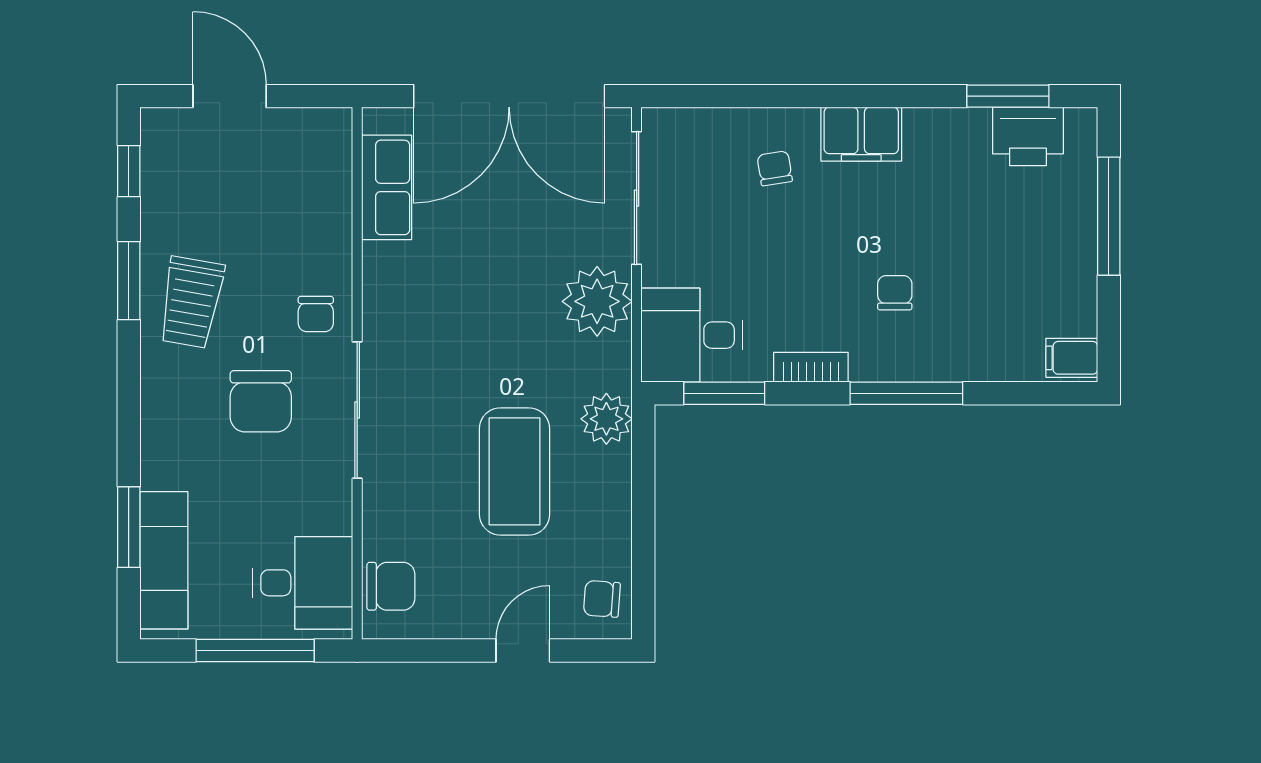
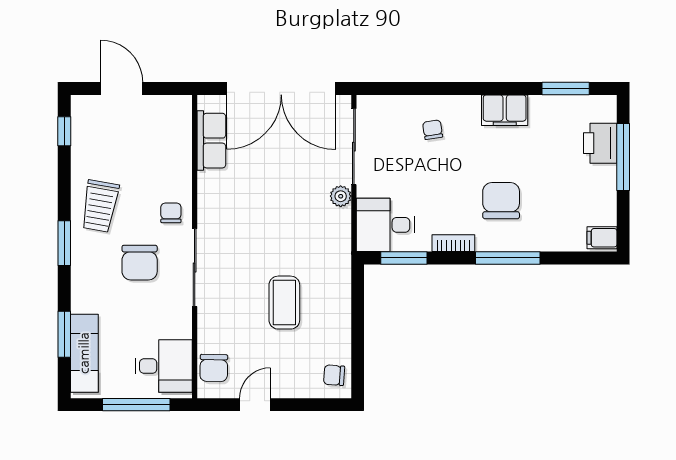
filing cabinet: (861, 134) -> (505, 110), moved
printer: (1028, 136) -> (600, 143), moved, turned 90
window: (129, 281) -> (64, 243), moved
chair: (895, 293) -> (501, 201), width x1.87, depth x1.87
plant: (597, 301) -> (341, 196), width x0.53, depth x0.53
chair: (316, 314) -> (171, 213), turned 180
plant: (606, 419) -> (337, 273), removed
coffee table: (515, 471) -> (284, 303), width x0.73, depth x0.76
chair: (391, 586) -> (214, 368), turned 91
door: (523, 650) -> (255, 405), moved

